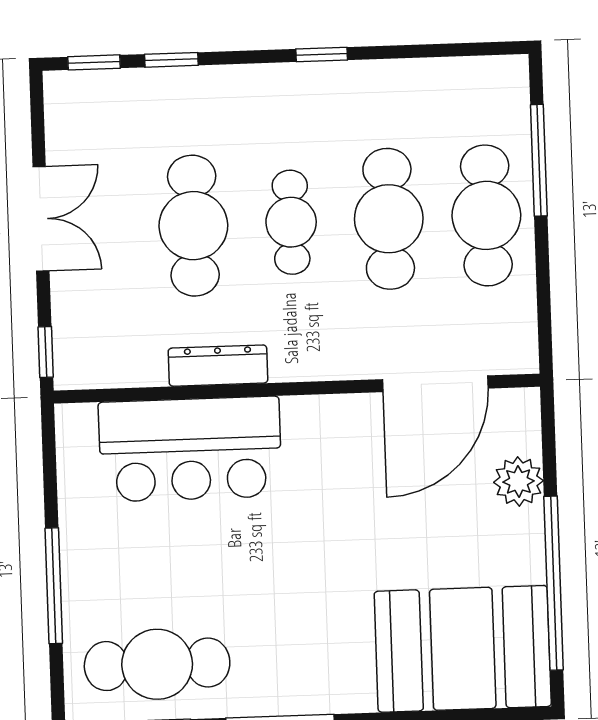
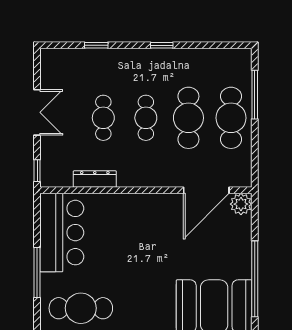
window: (94, 62) -> (62, 45), removed
cafe table: (193, 226) -> (103, 118), width x0.73, depth x0.74
dresser: (218, 366) -> (95, 179), moved
bar counter: (190, 449) -> (62, 233), moved, turned -90
plant: (519, 481) -> (241, 204), moved

